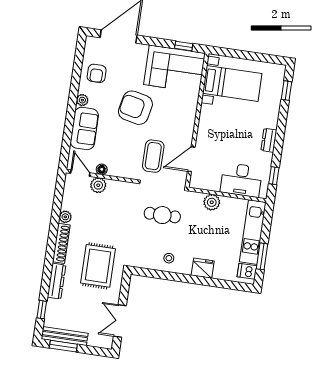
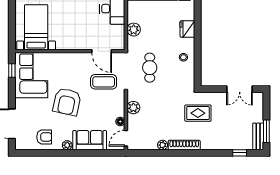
plant: (98, 185) -> (133, 108), moved
rug: (98, 266) -> (198, 113), width x0.73, depth x0.70
dresser: (57, 281) -> (215, 144), removed
bench: (65, 336) -> (258, 136), width x0.73

